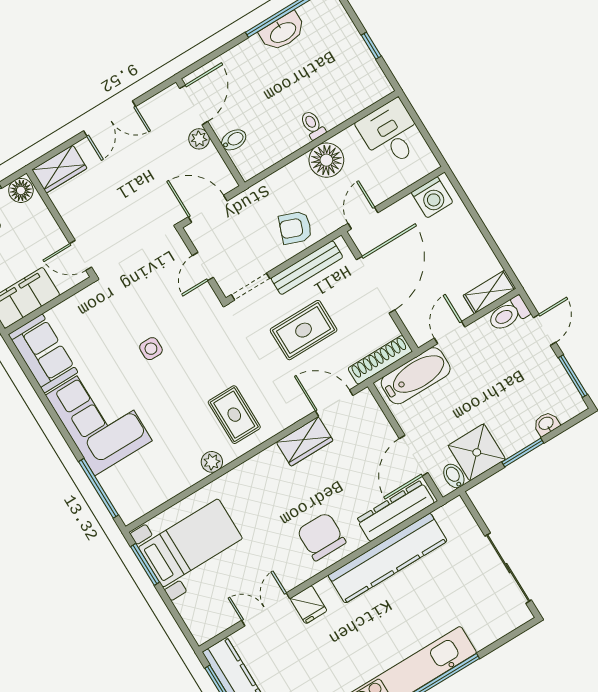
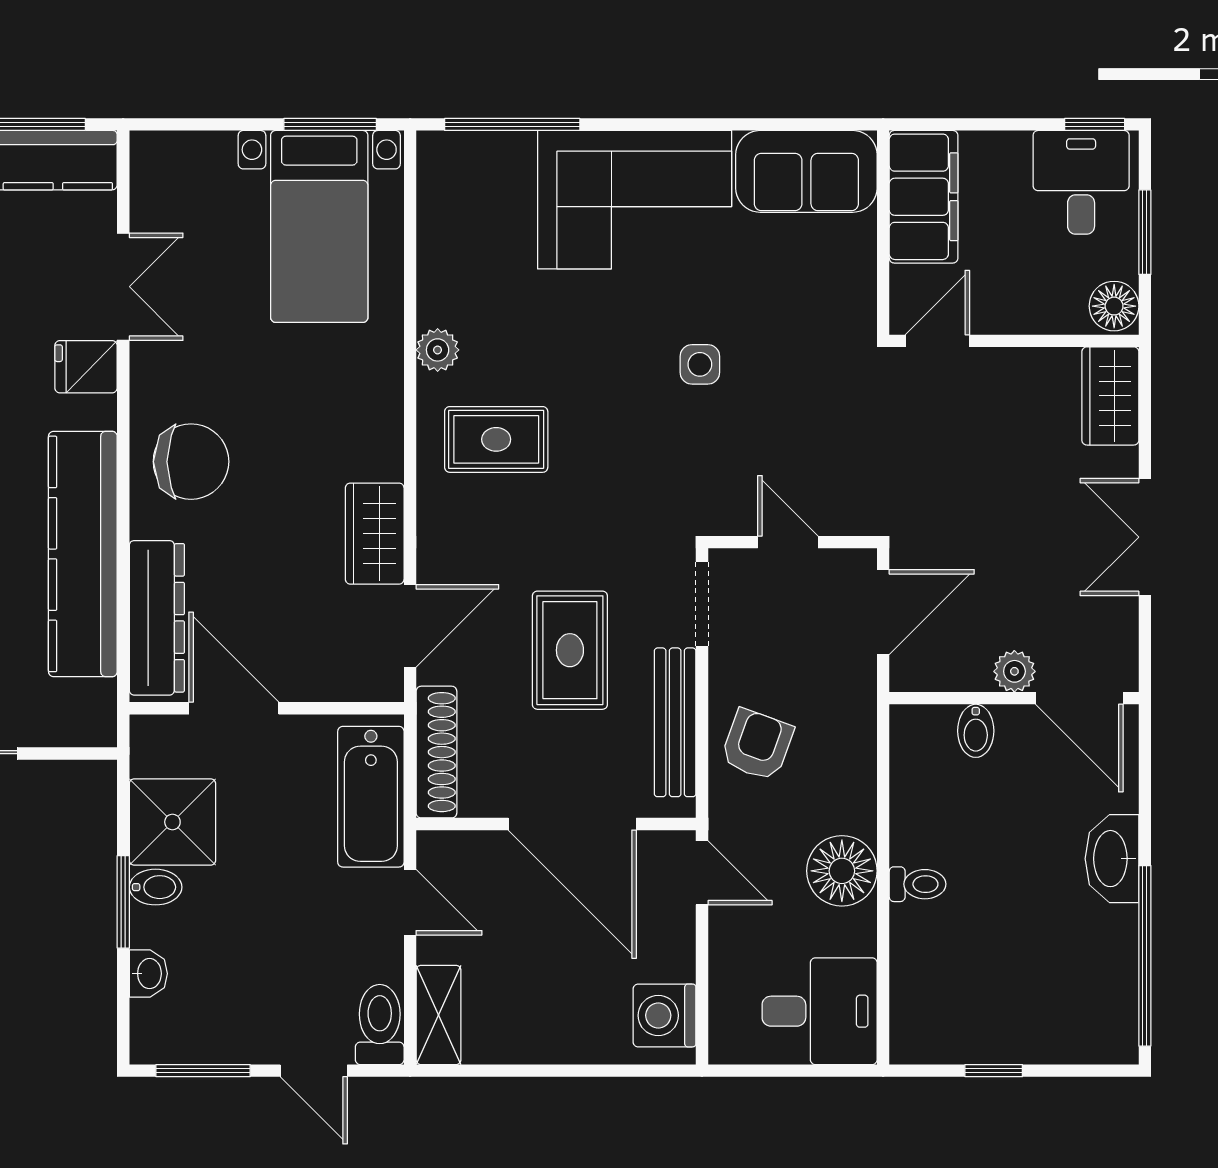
washbasin: (283, 32) -> (1112, 859), moved
bidet: (454, 476) -> (156, 887), moved

